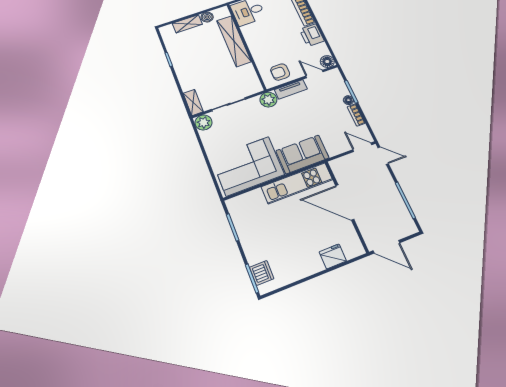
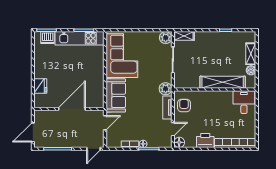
door: (362, 147) -> (105, 123), moved
kitchen unit: (297, 183) -> (79, 38), moved, turned -90
door: (386, 247) -> (33, 132), moved

